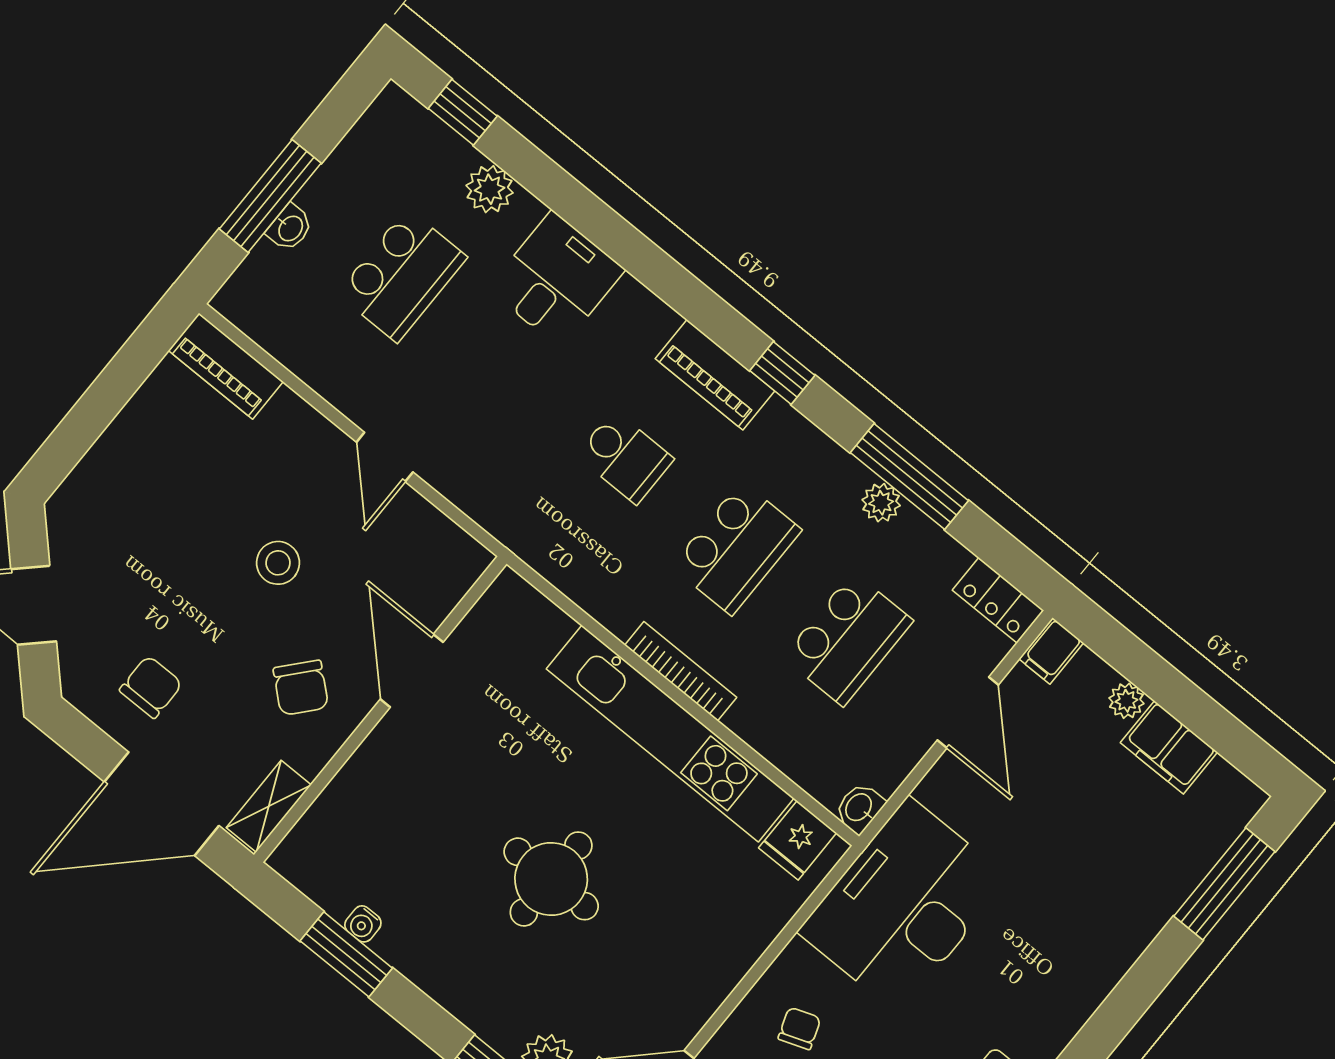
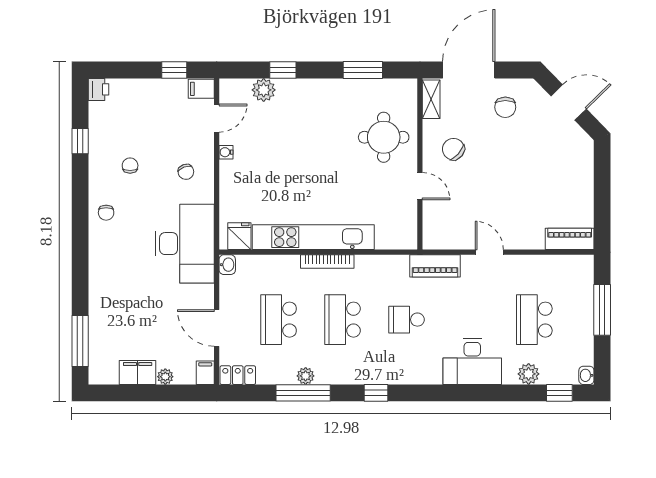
washbasin: (290, 228) -> (586, 375), moved
desk: (556, 279) -> (472, 362), width x1.37
piano: (715, 375) -> (435, 266), moved, turned 180
stool: (278, 563) -> (496, 186), removed
door: (412, 671) -> (420, 186), width x0.73
round table: (551, 879) -> (384, 137), moved
water cooler: (363, 924) -> (226, 152), moved, turned -90

